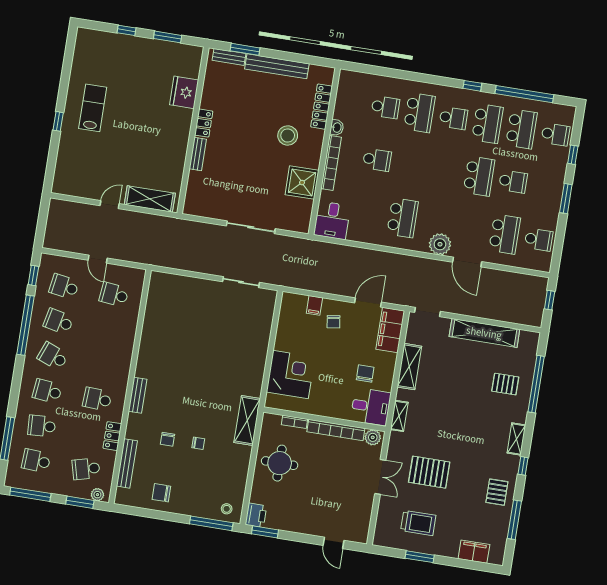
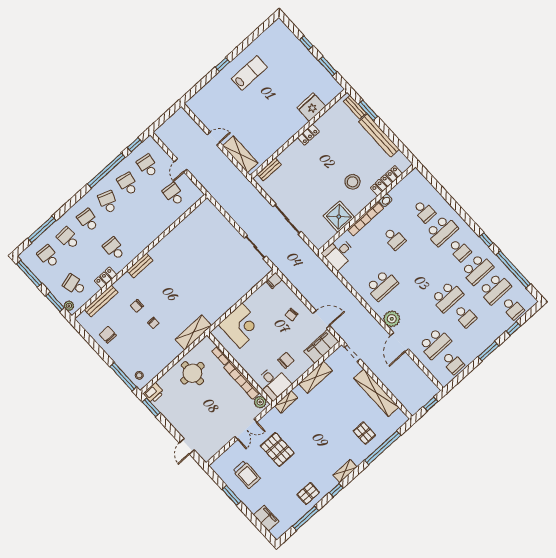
bench: (198, 154) -> (269, 169), moved
filing cabinet: (314, 305) -> (274, 280), moved

